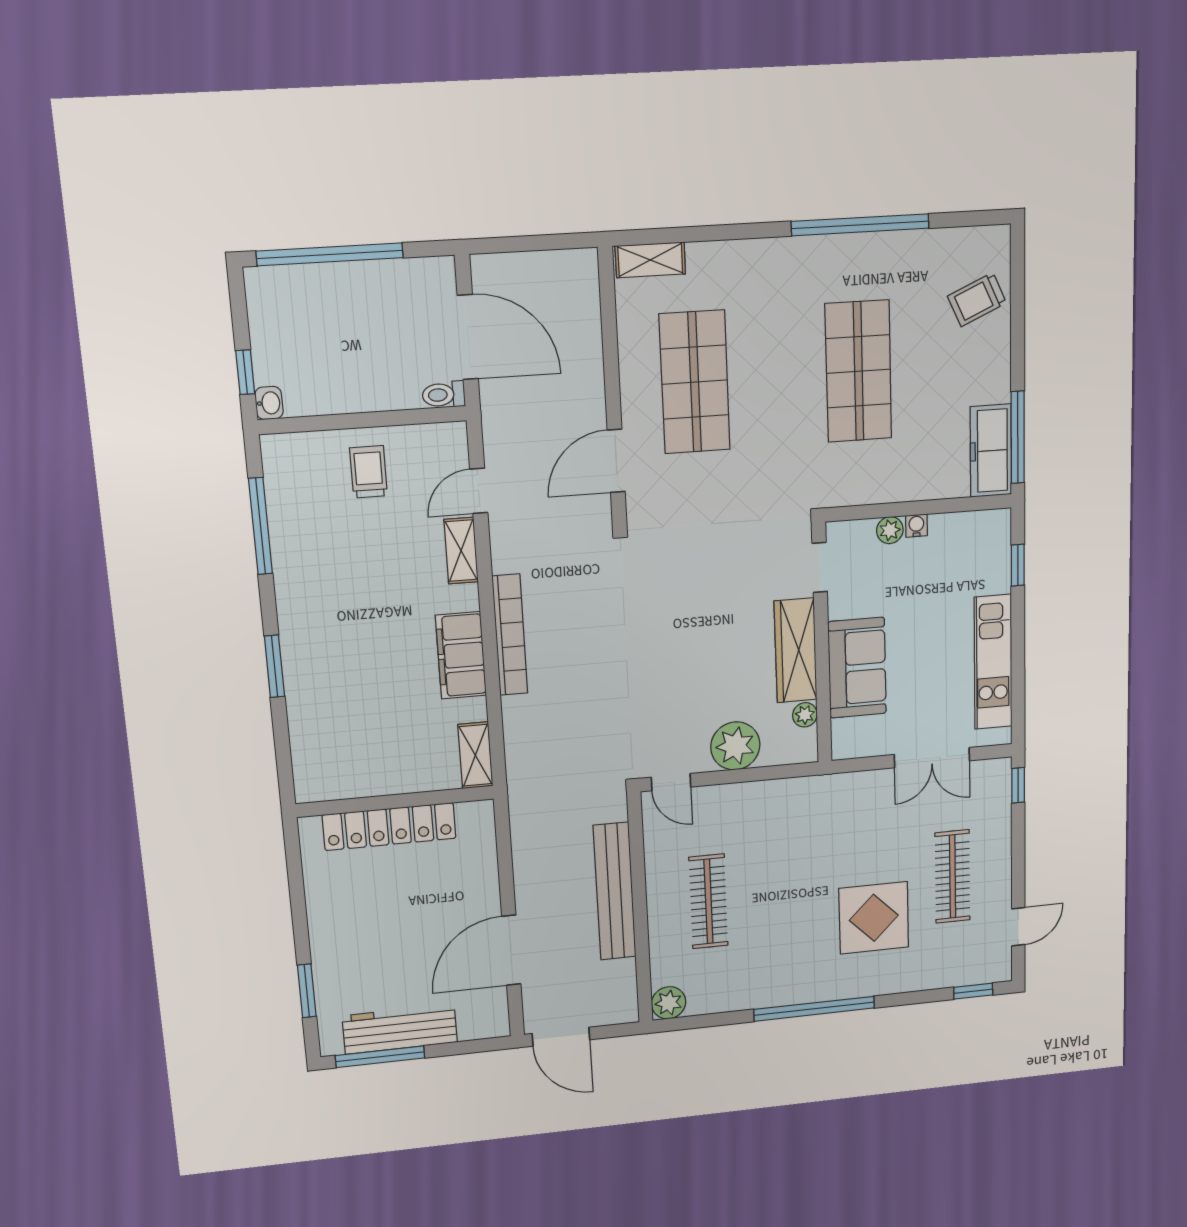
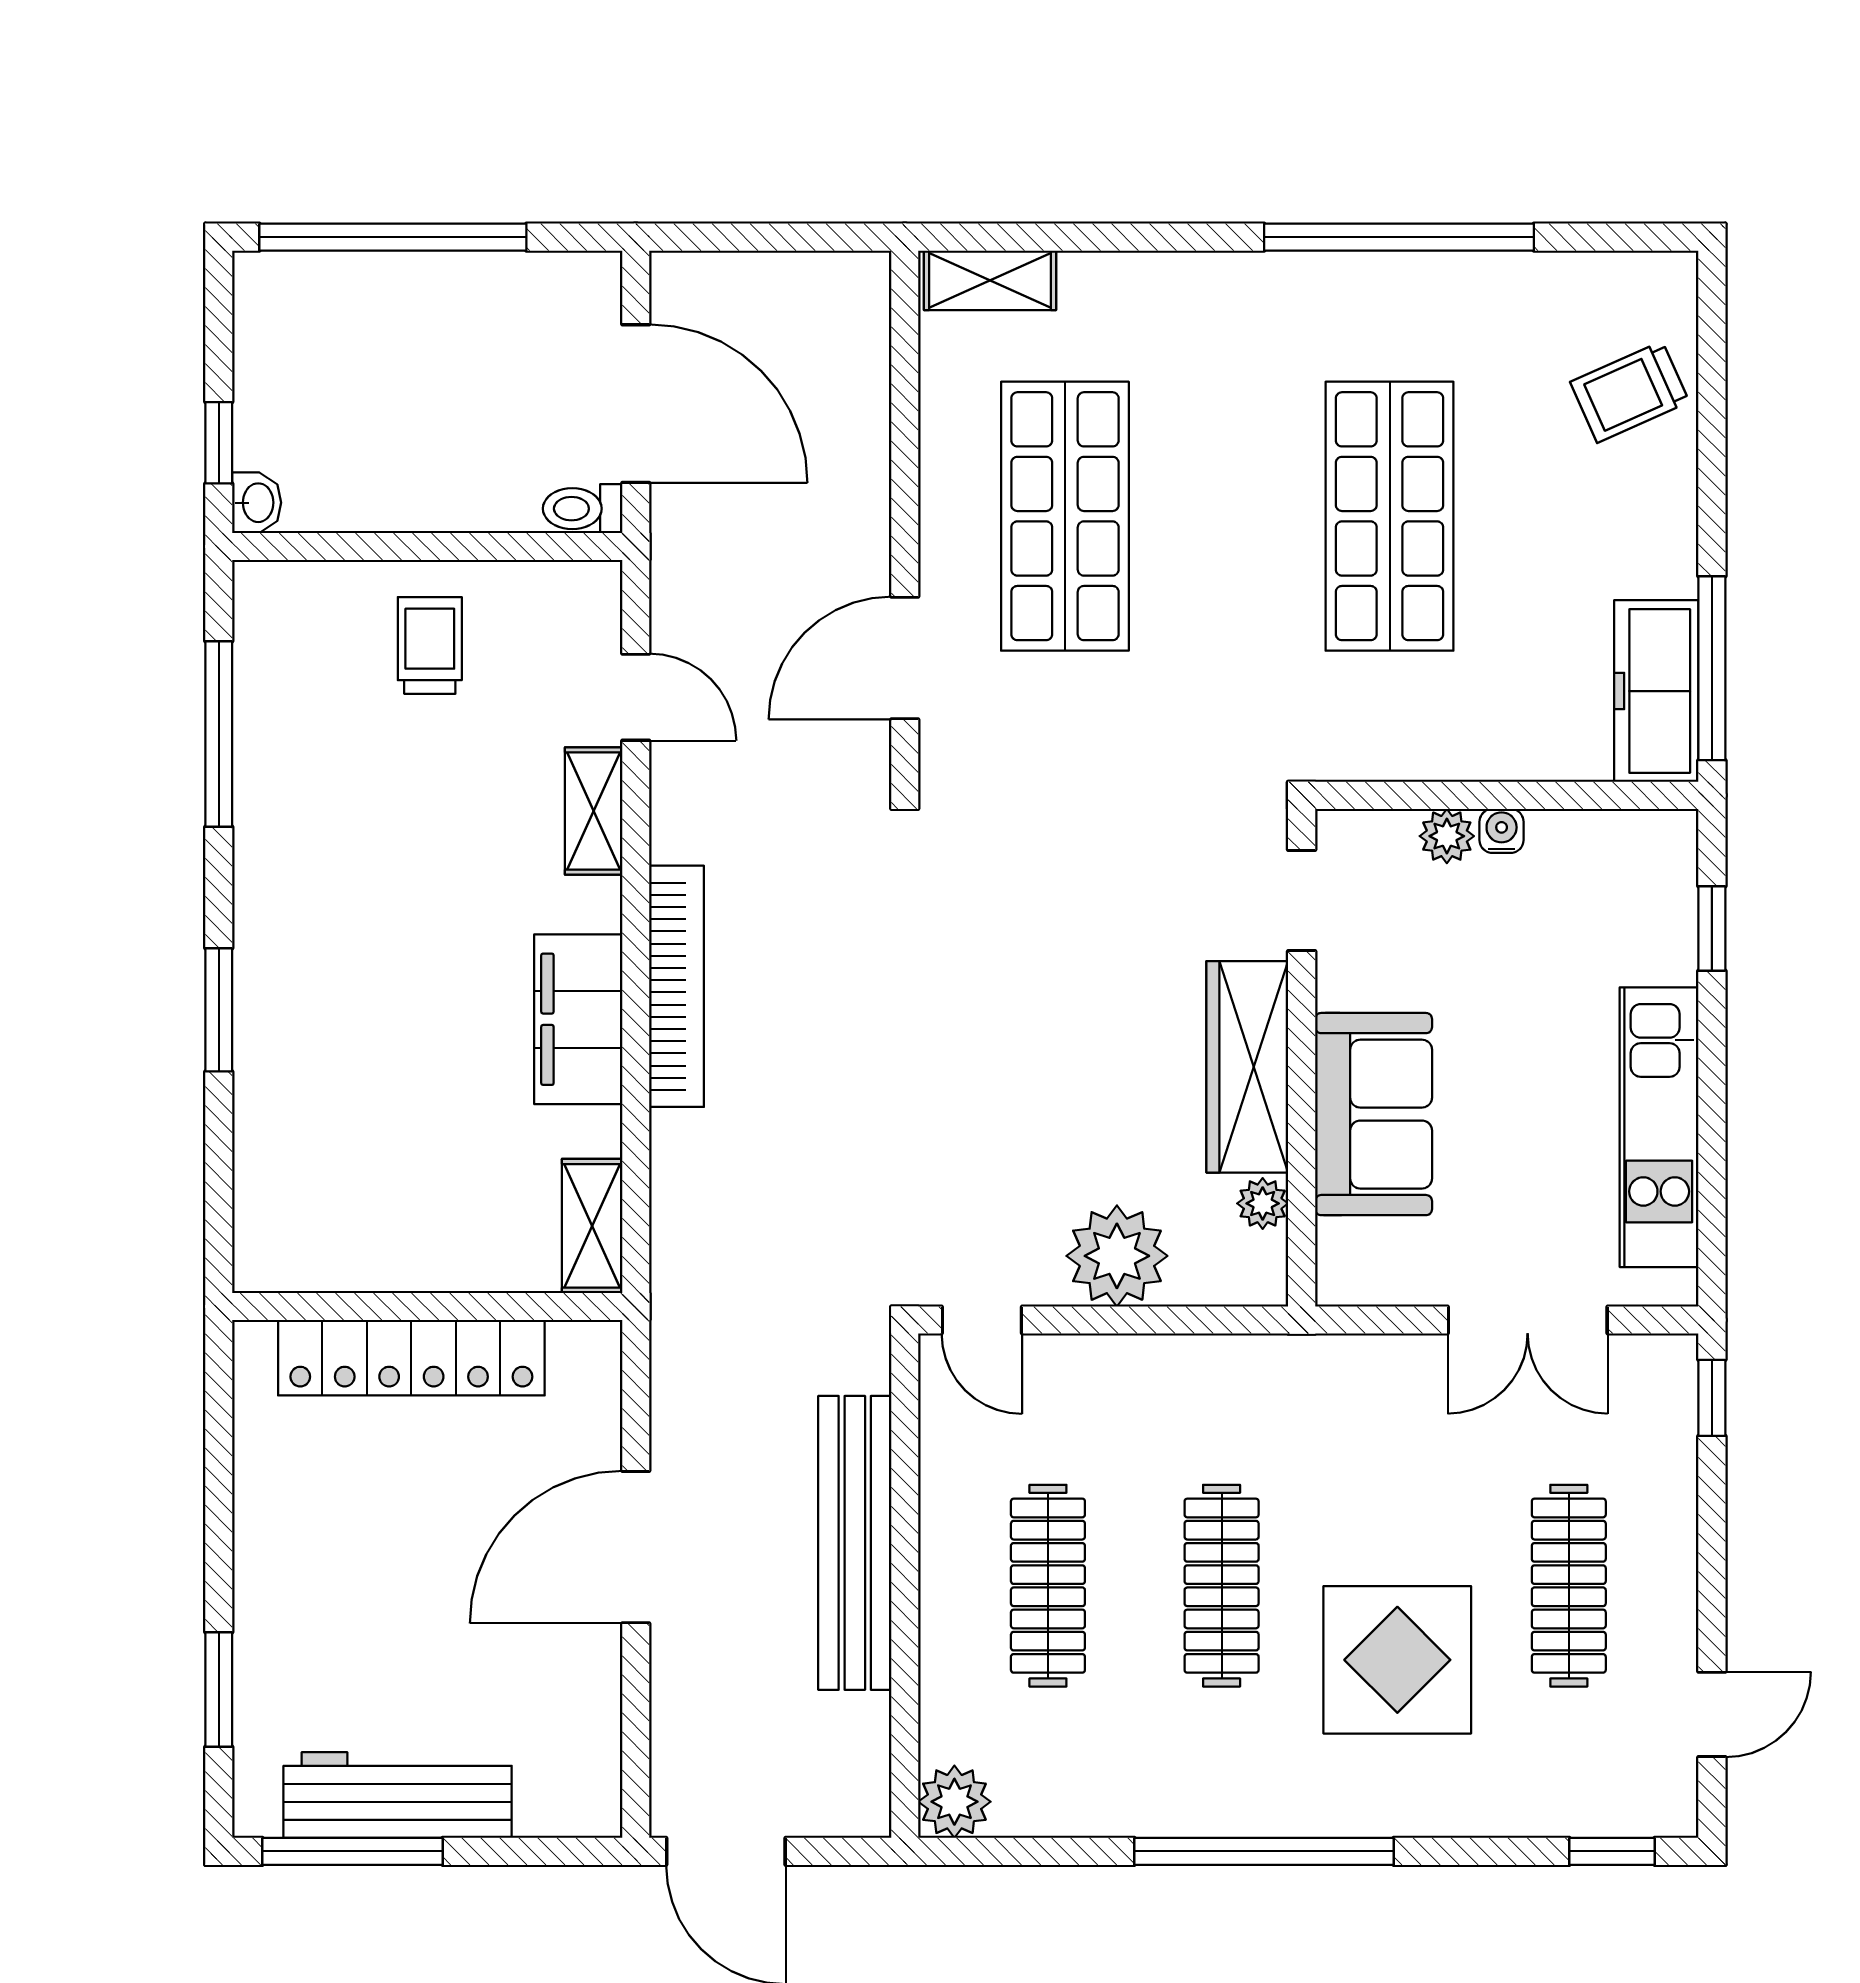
door: (479, 491) -> (636, 697), swing flipped
clothes rail: (791, 893) -> (1222, 1586), added
door: (511, 950) -> (636, 1547), moved

